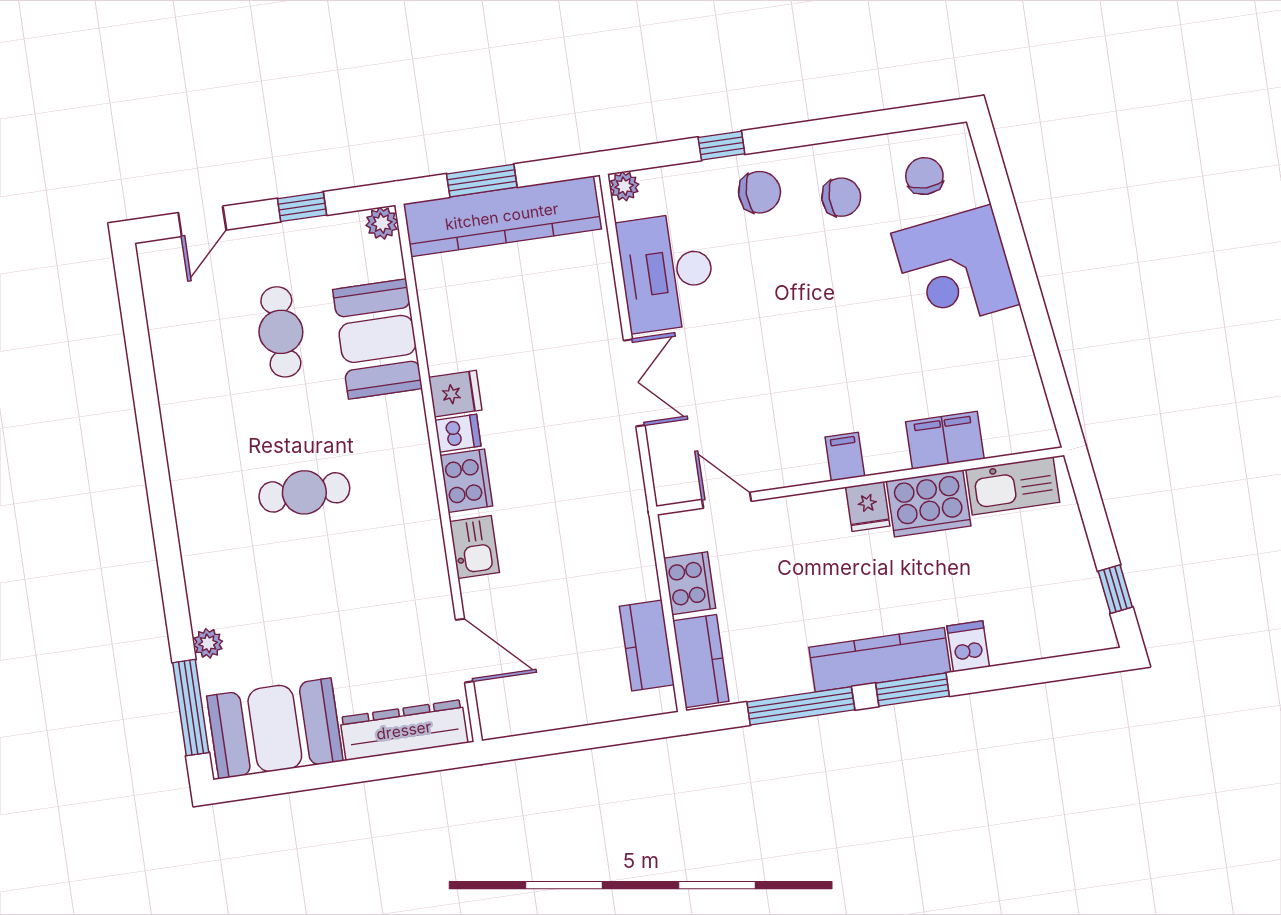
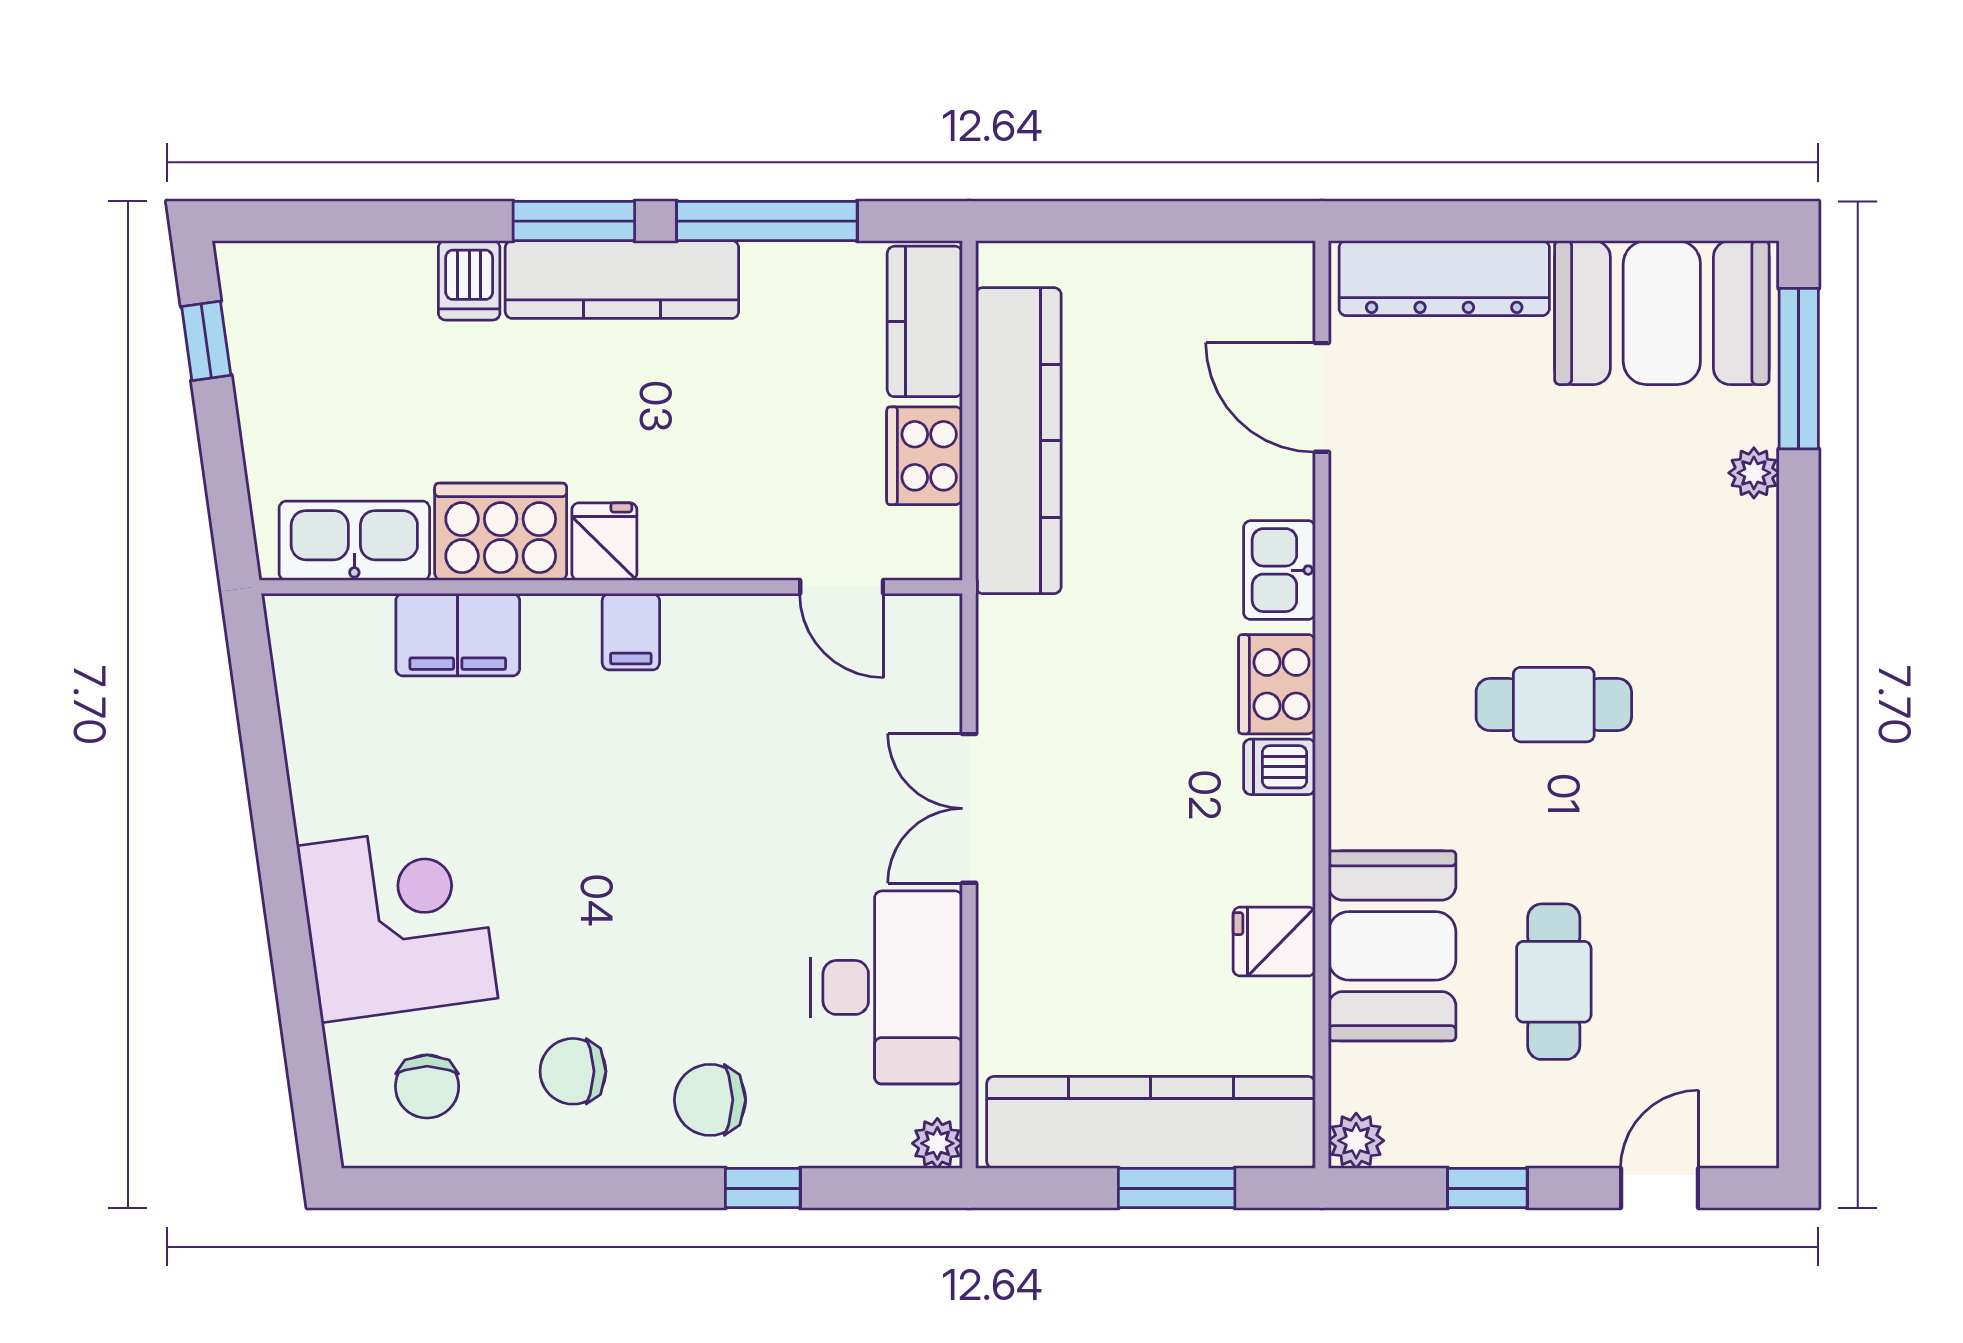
fridge: (455, 394) -> (1274, 942), moved
kitchen counter: (647, 645) -> (1018, 441), width x2.08, depth x1.17

